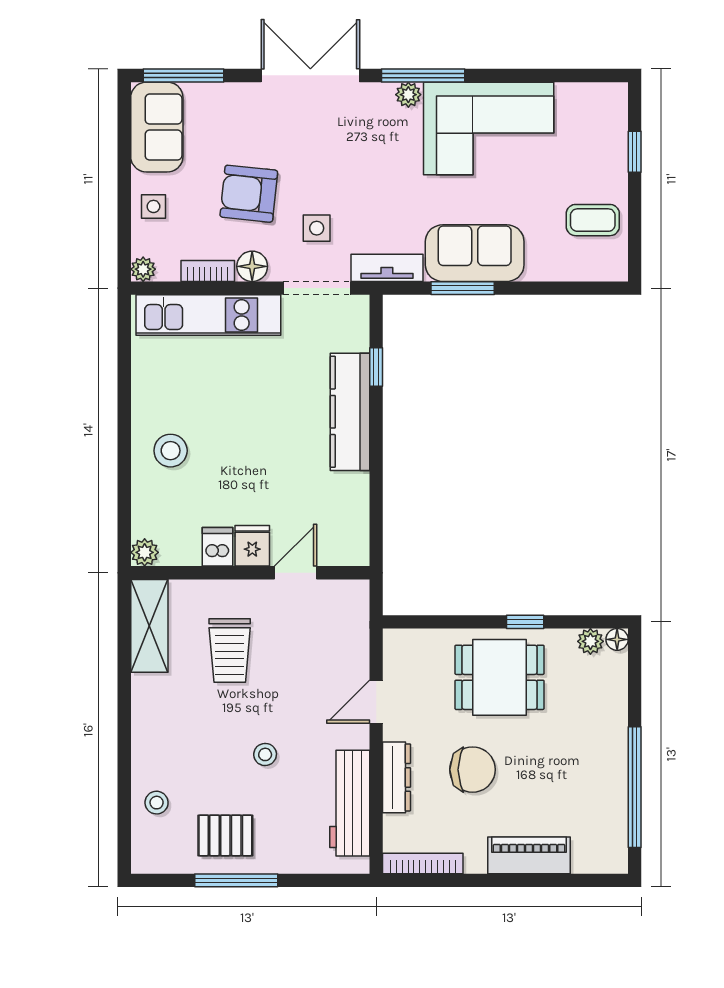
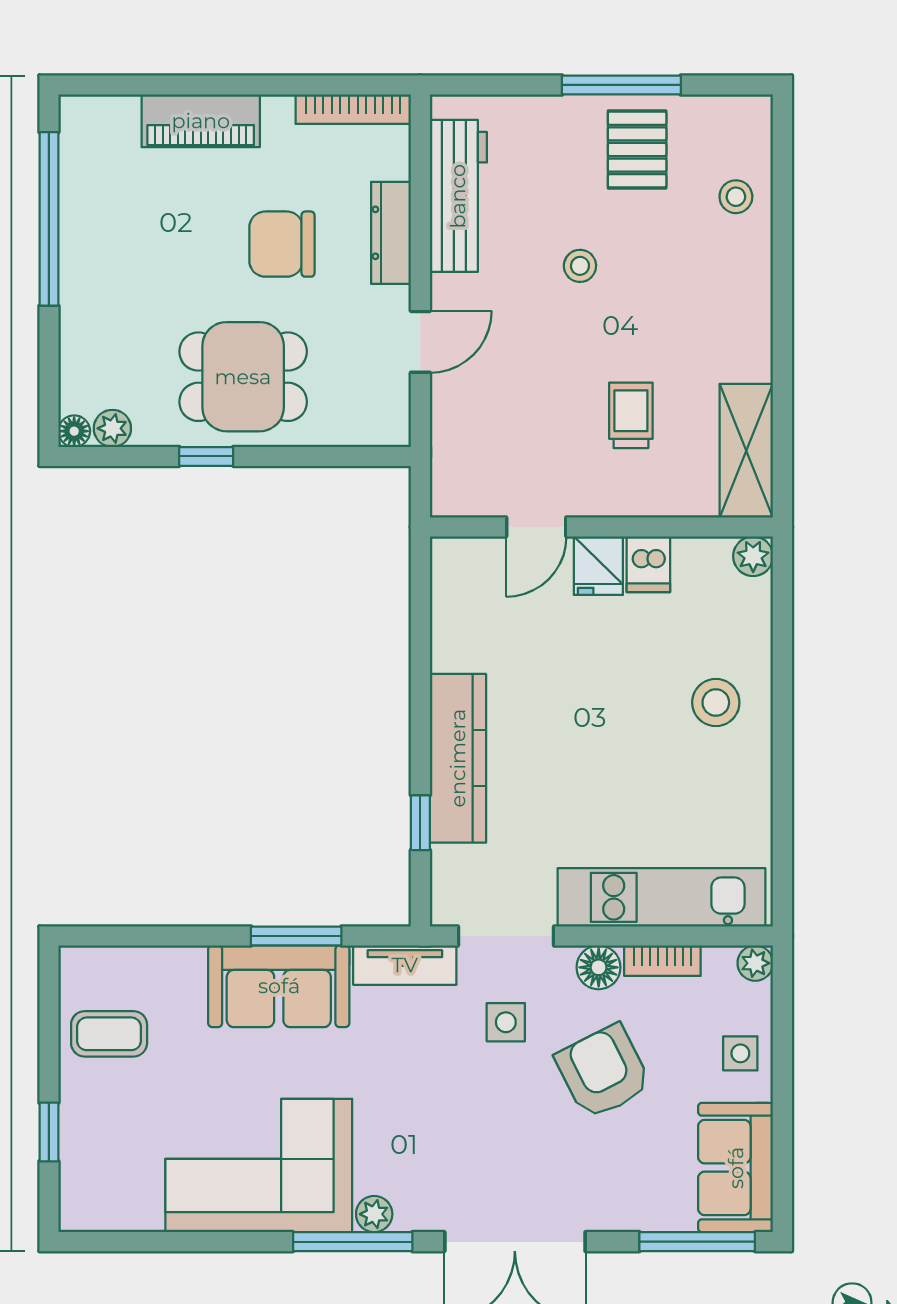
armchair: (249, 194) -> (603, 1072), turned -123
trolley: (230, 650) -> (631, 415), width x0.73, depth x0.72
pallet: (225, 835) -> (637, 150), turned 90

